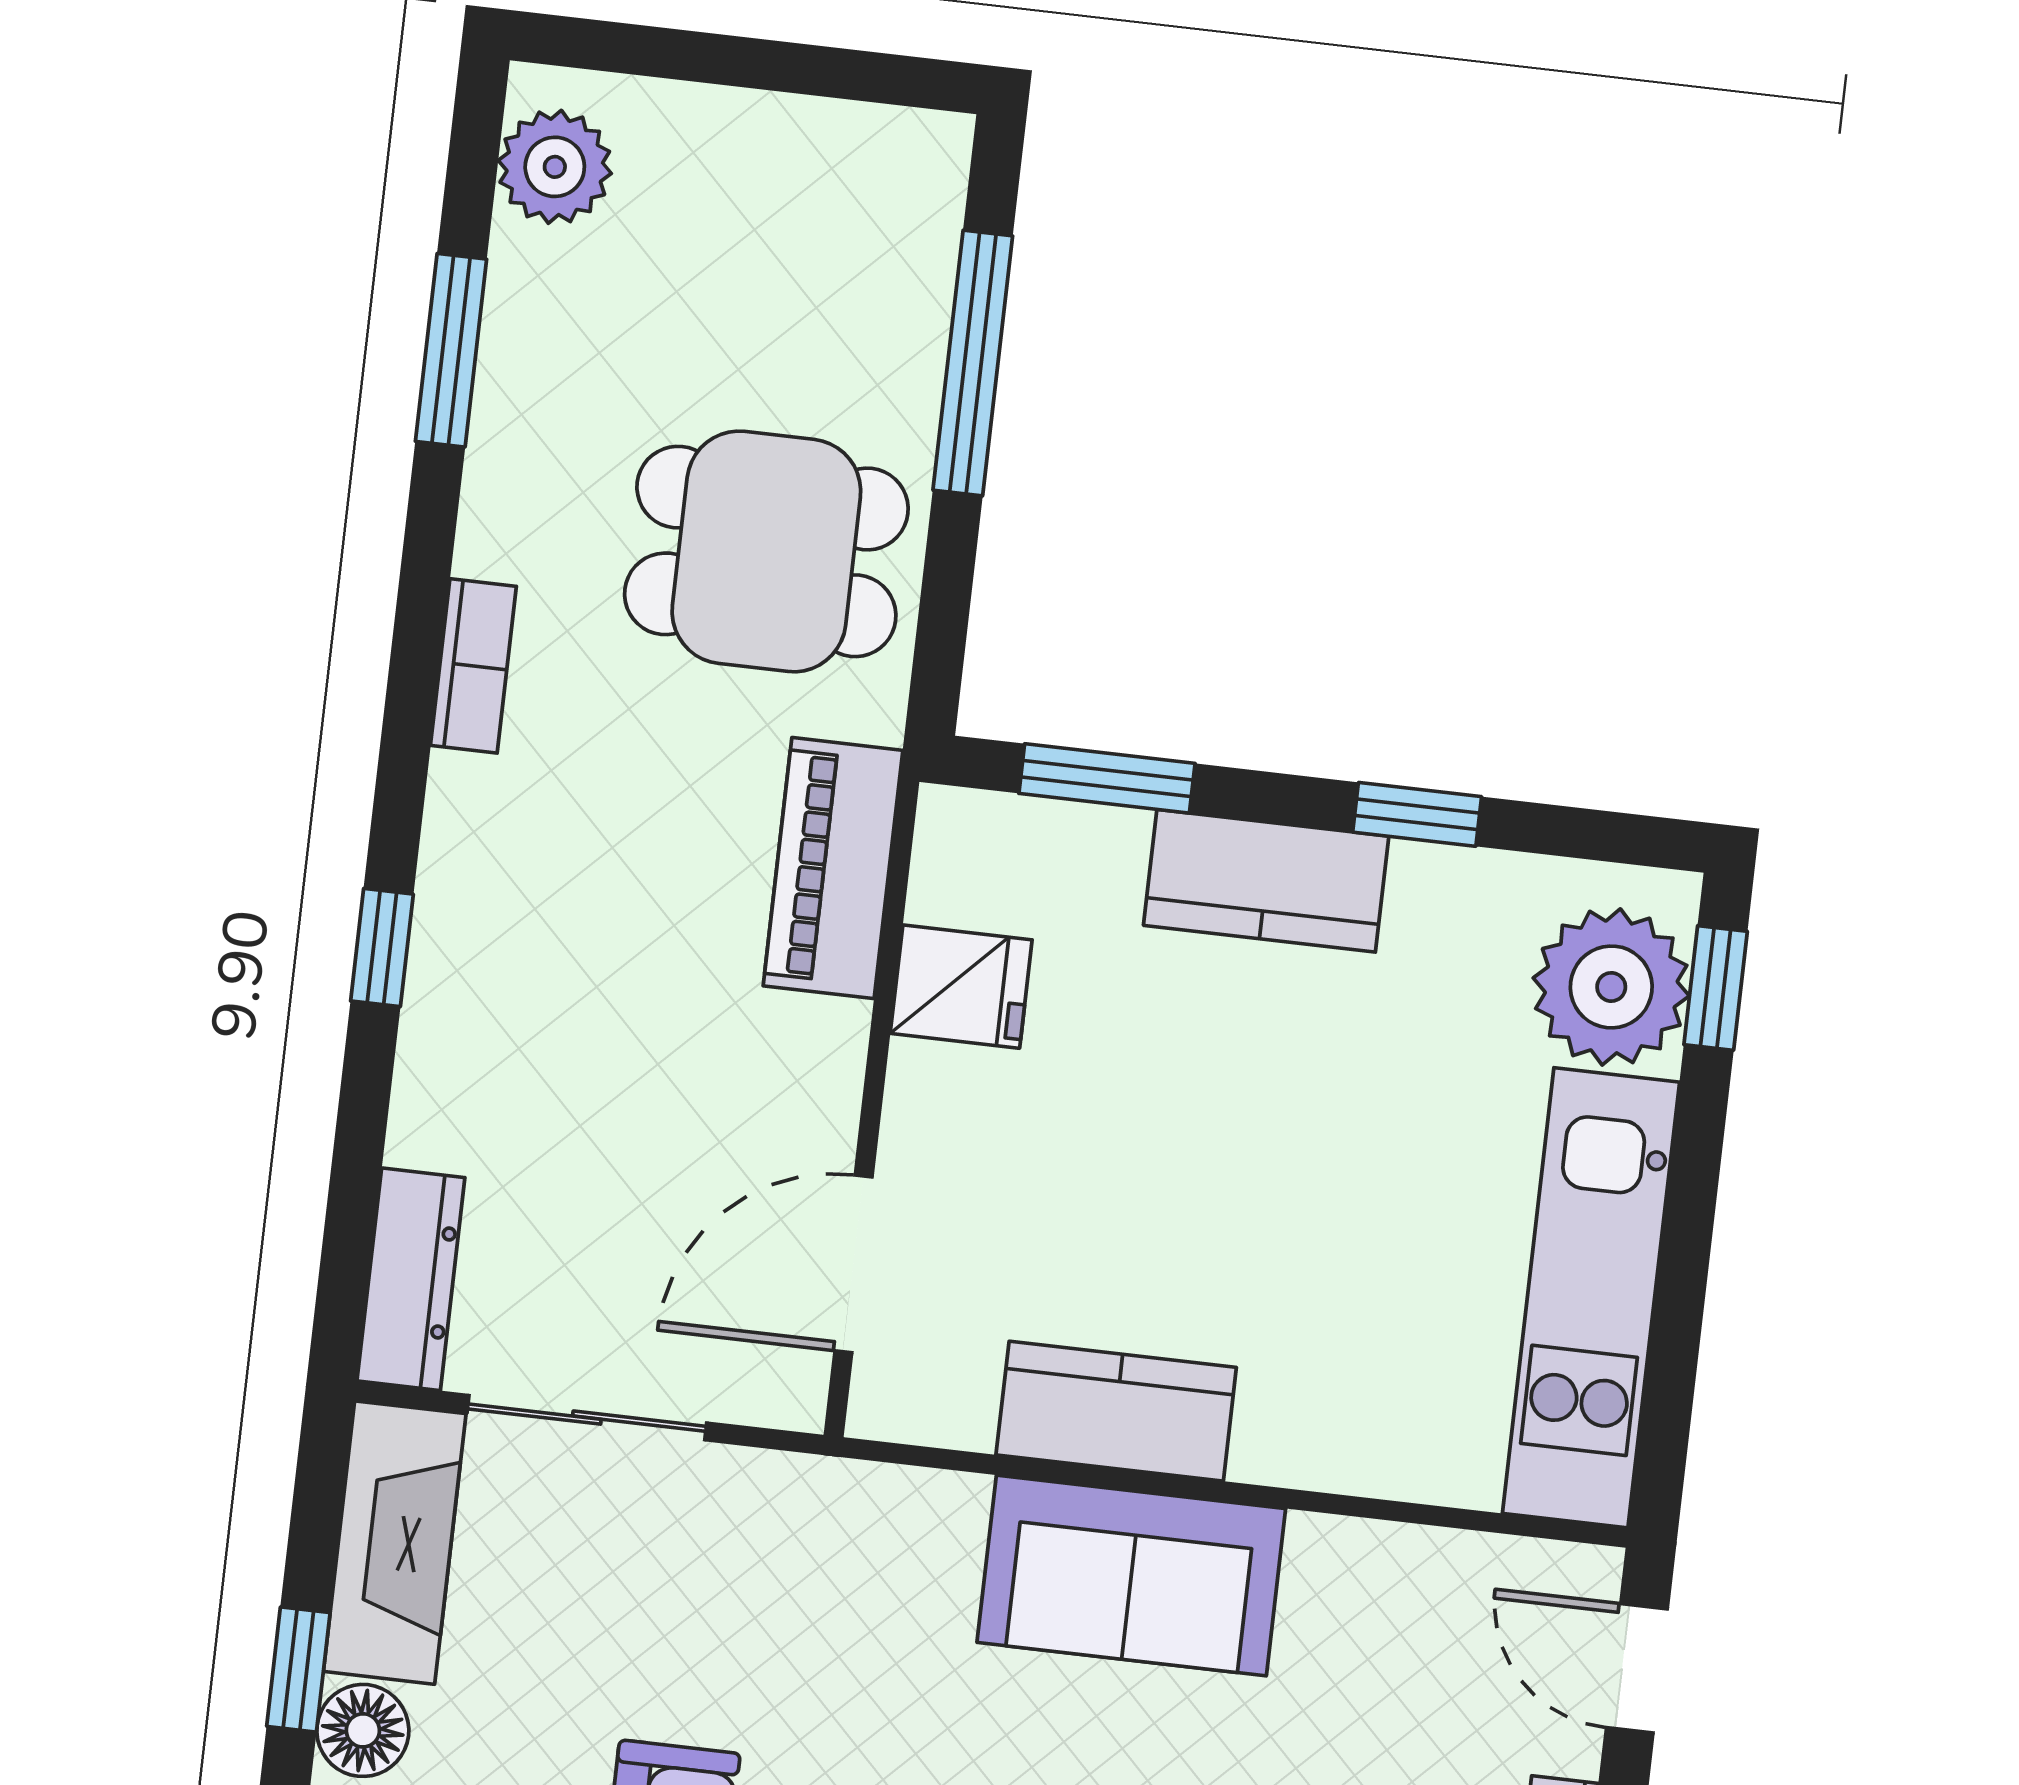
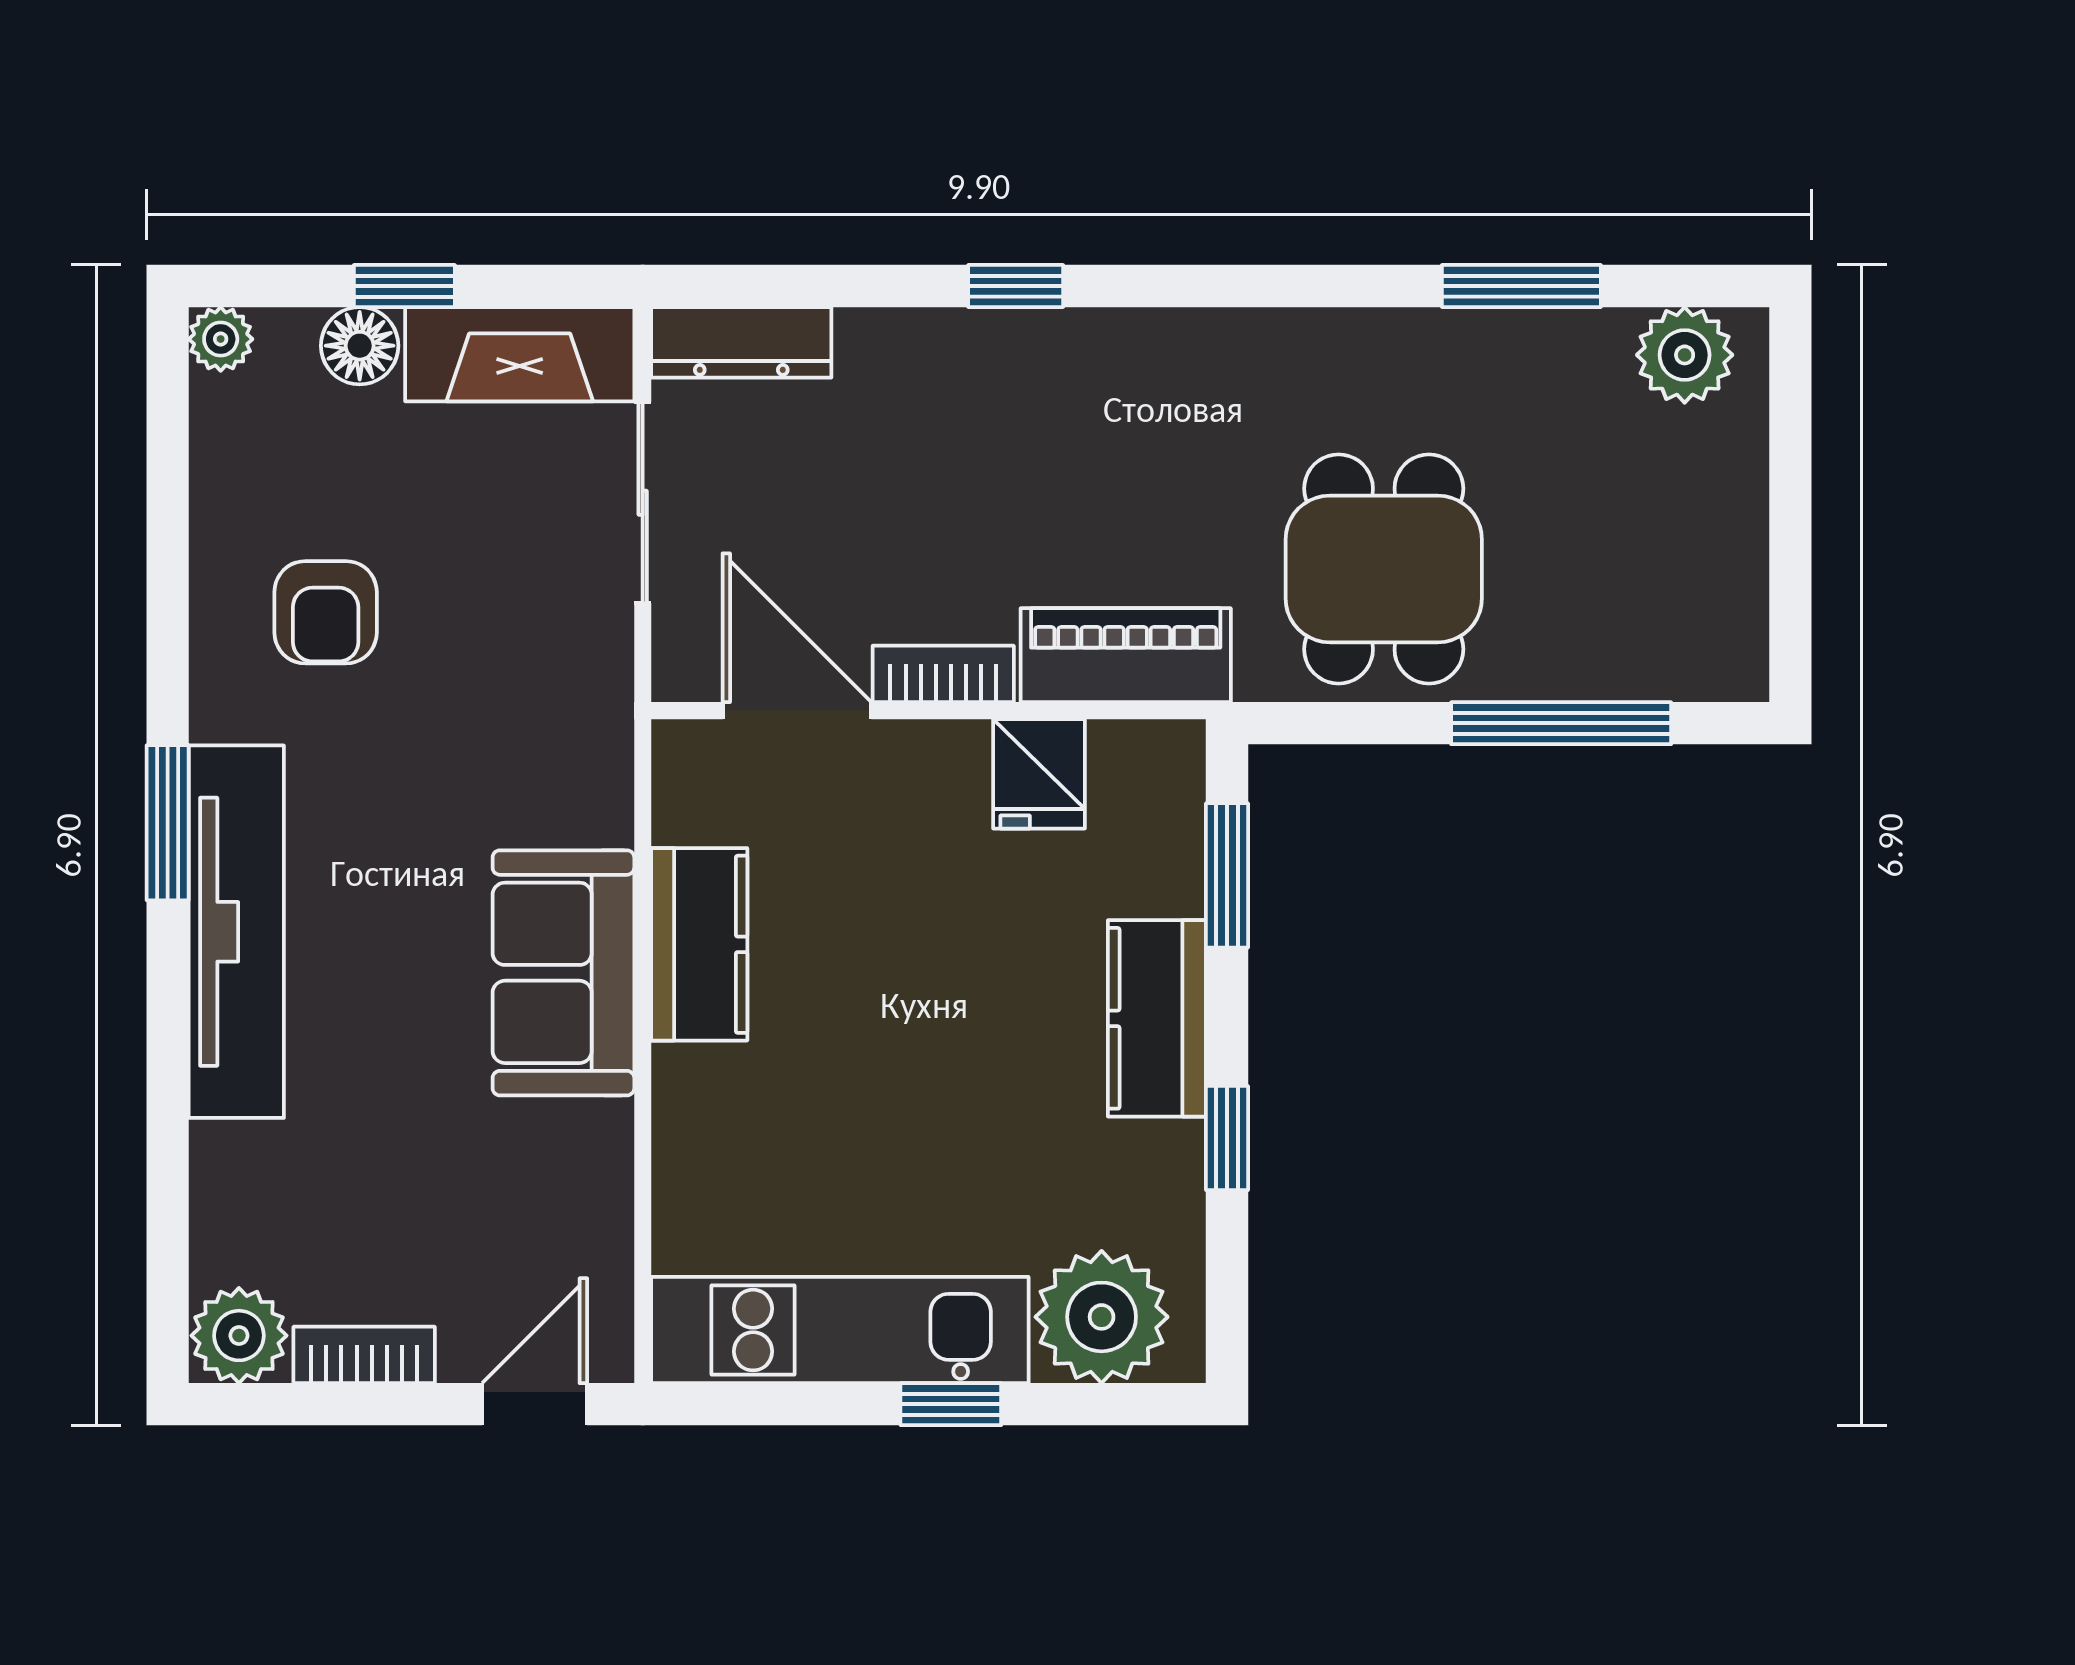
bookcase: (473, 666) -> (943, 674), moved, turned 180
window: (1716, 988) -> (951, 1404), moved

